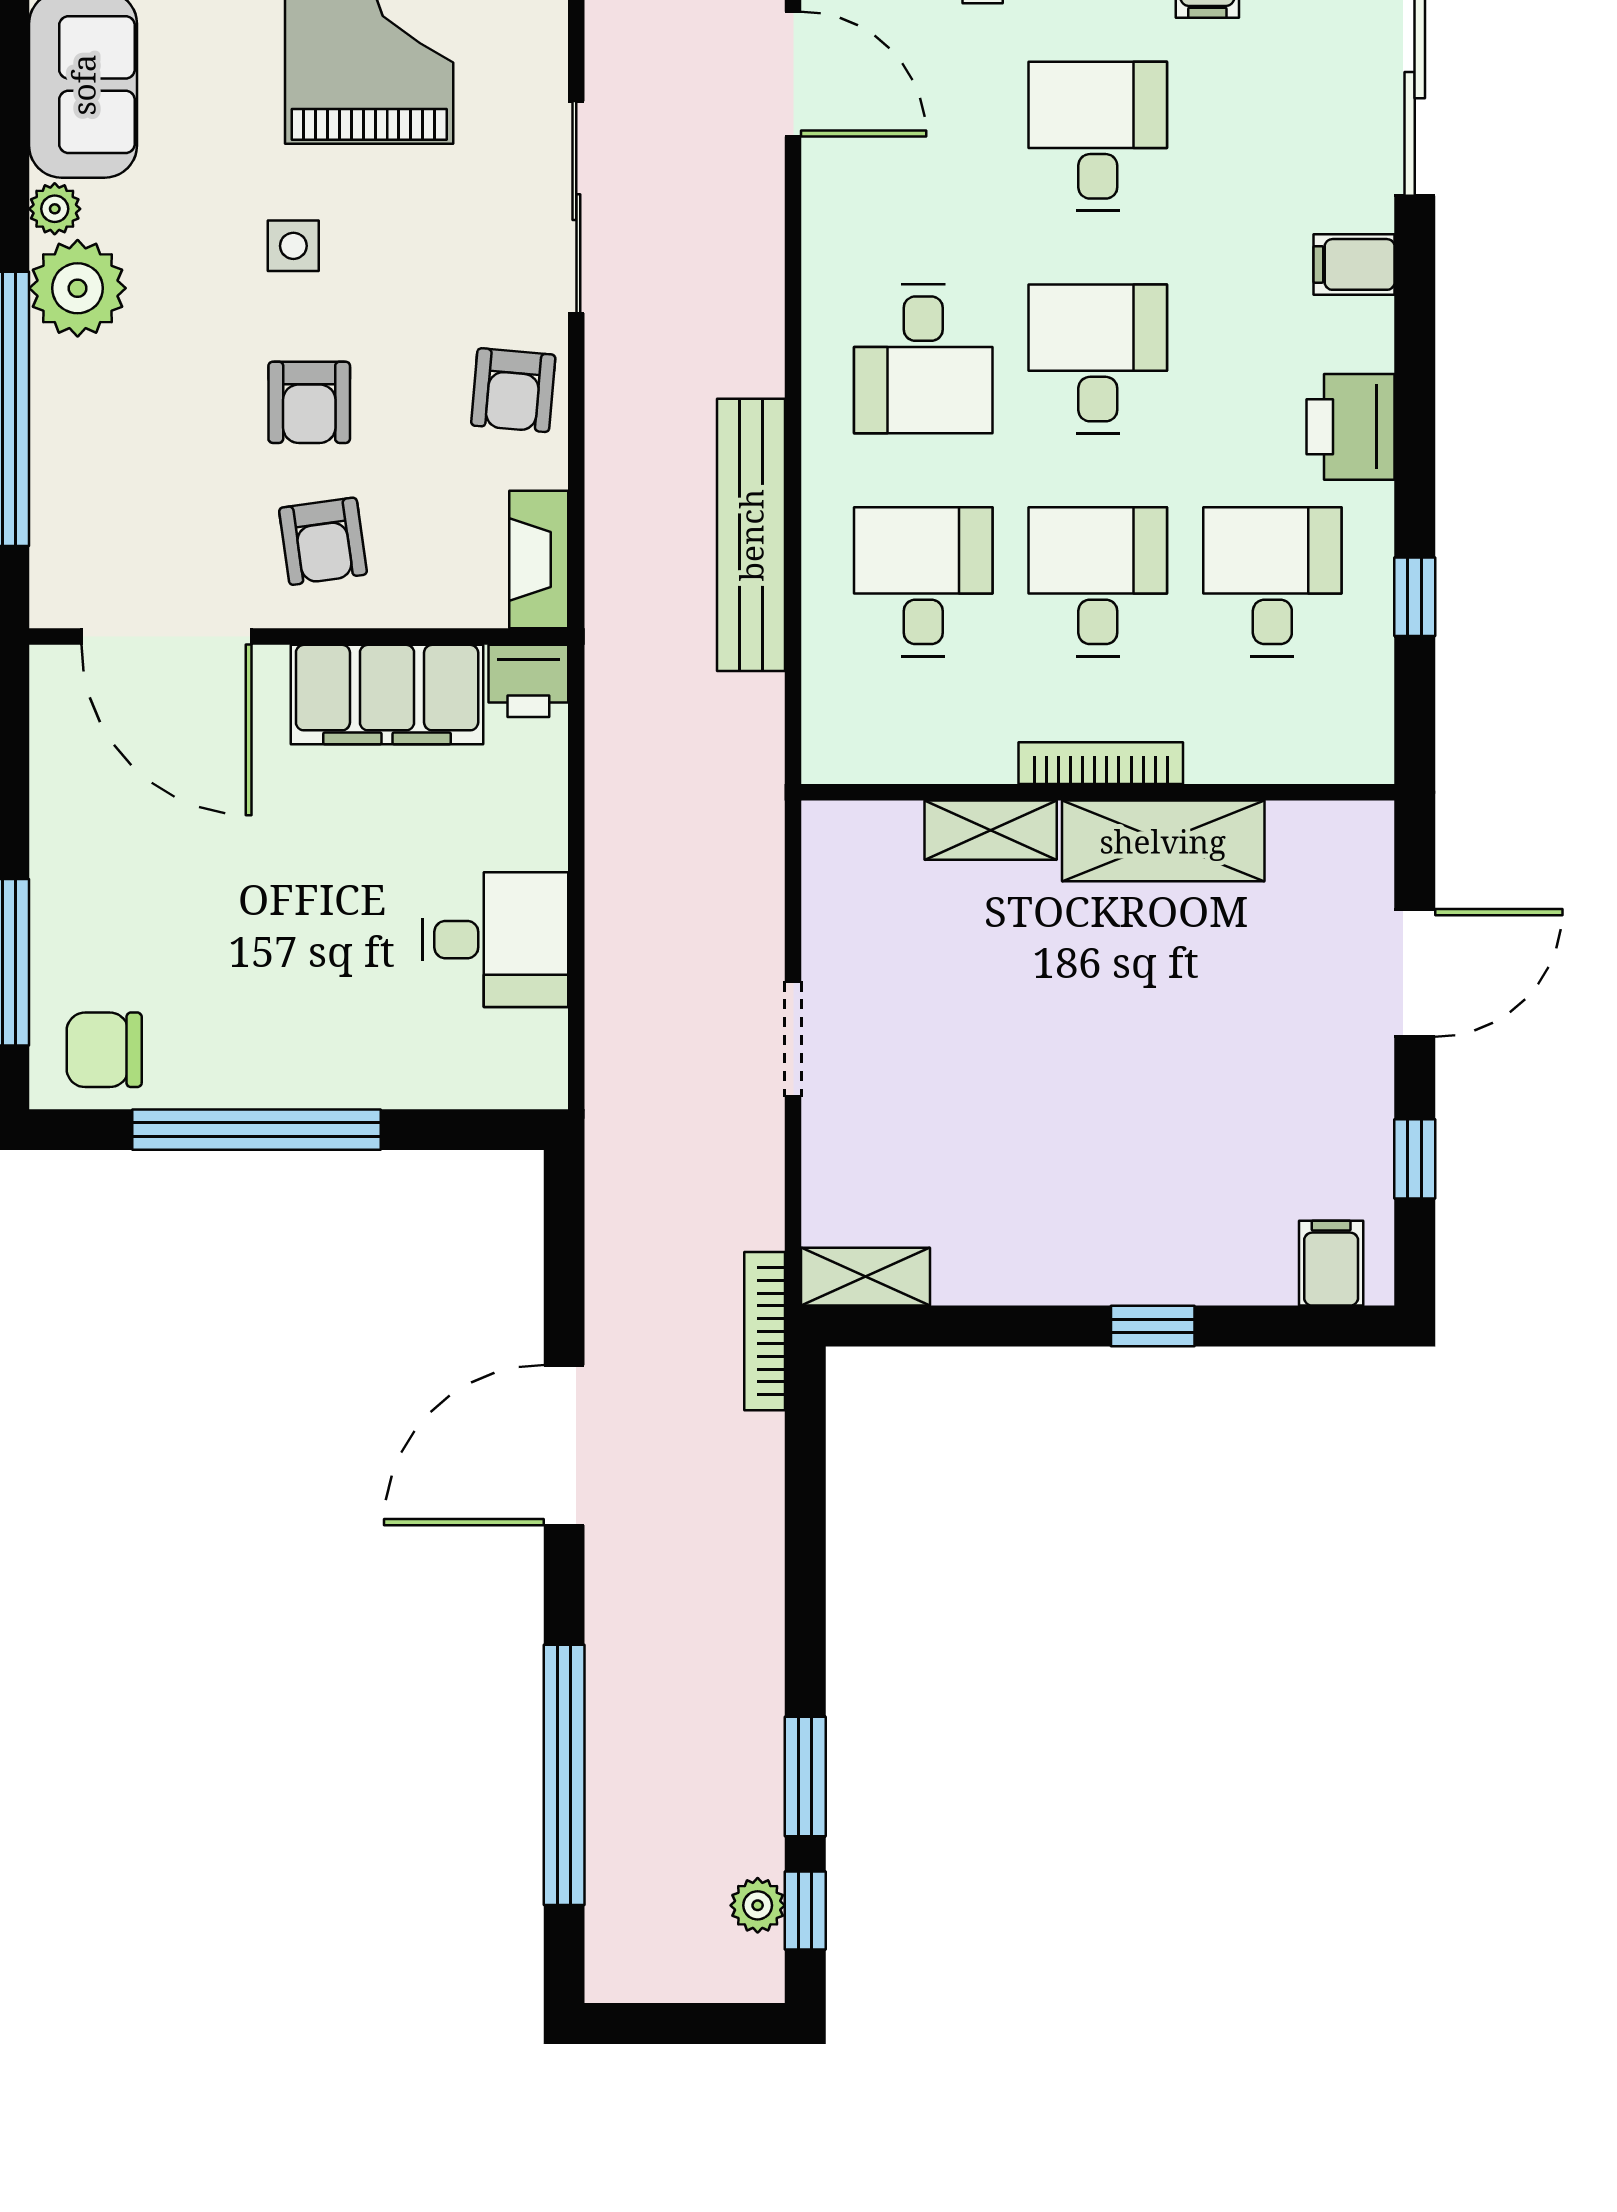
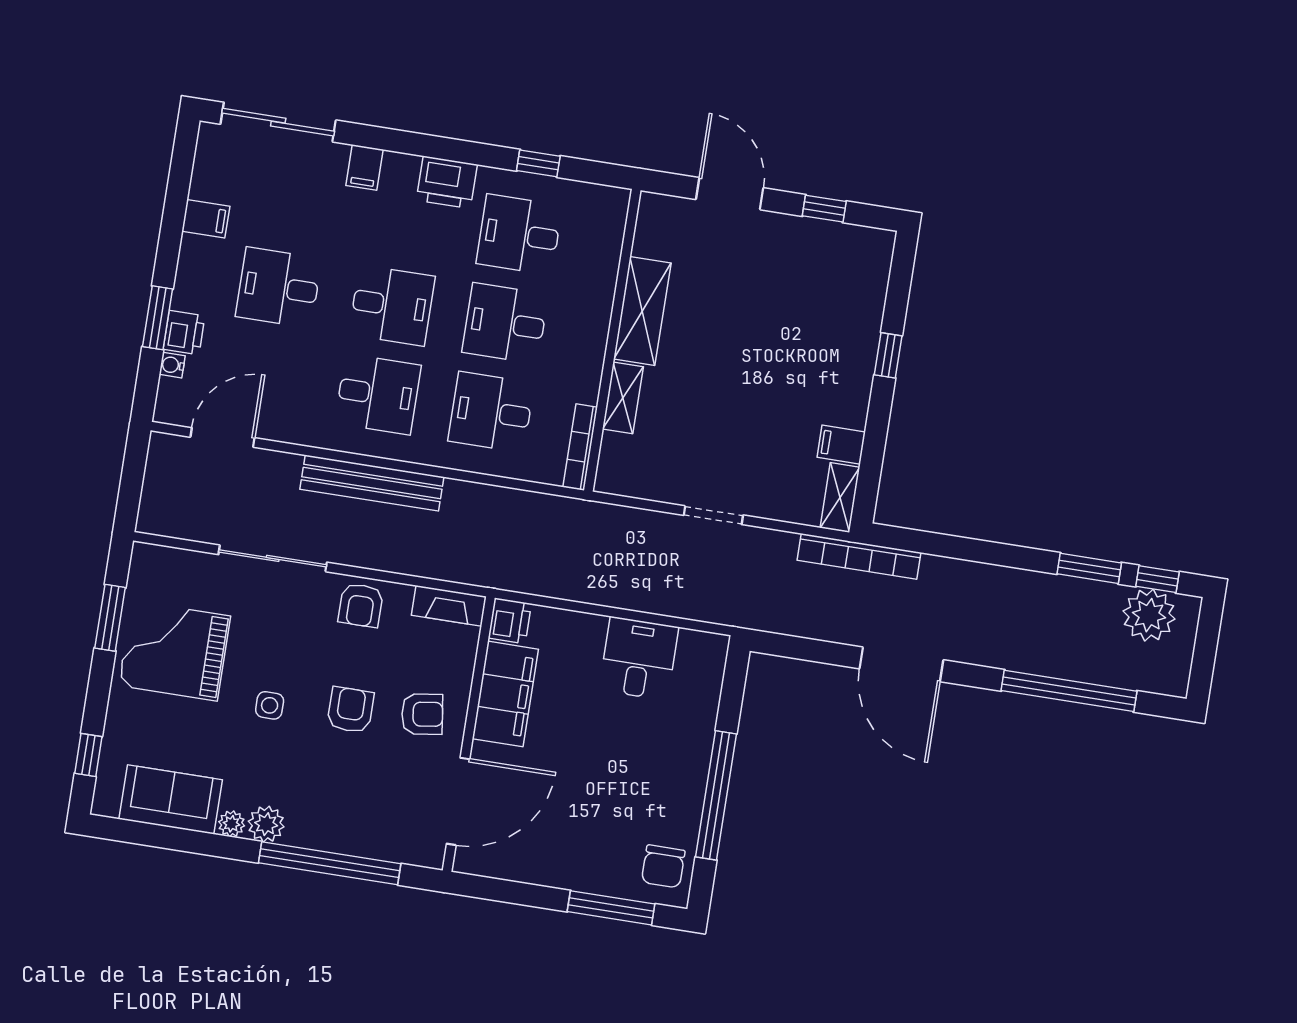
plant: (78, 288) -> (266, 824), width x0.73, depth x0.73
desk: (1098, 359) -> (392, 305), turned 180
armchair: (513, 390) -> (361, 605), turned 85
armchair: (309, 402) -> (350, 710), turned -90
bench: (751, 535) -> (372, 483), moved
bookcase: (1101, 763) -> (580, 447), moved
filing cabinet: (1331, 1263) -> (841, 445), moved
bookcase: (765, 1331) -> (859, 556), width x1.48, depth x1.31
plant: (758, 1905) -> (1149, 615), width x1.87, depth x1.87

